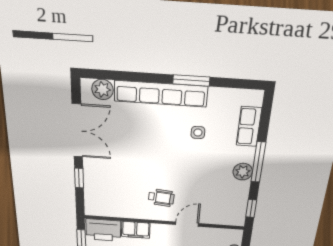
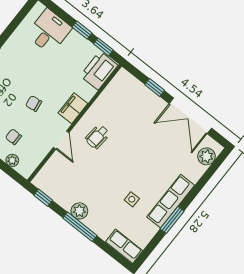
row of seats: (161, 94) -> (171, 201), width x0.73
row of seats: (249, 127) -> (124, 246), moved
filing cabinet: (136, 230) -> (73, 108), moved

